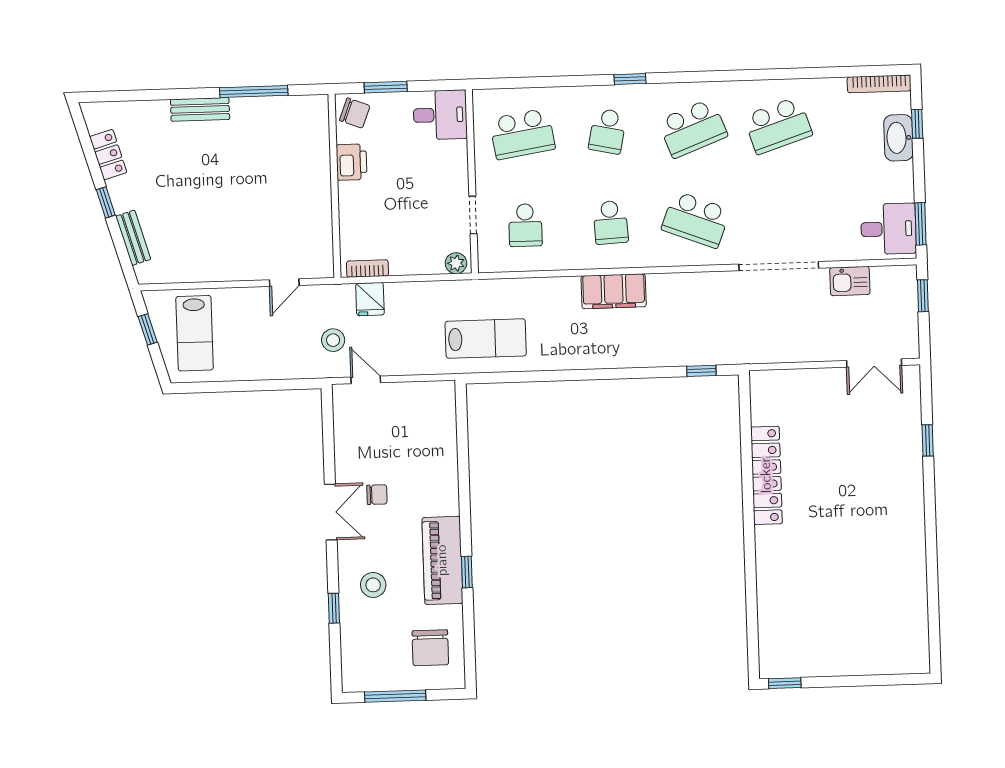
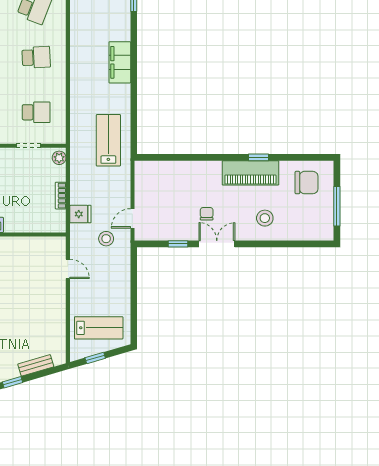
bookcase: (367, 268) -> (61, 196), moved
filing cabinet: (614, 291) -> (120, 62), moved, turned 180
window: (334, 608) -> (178, 244), moved

